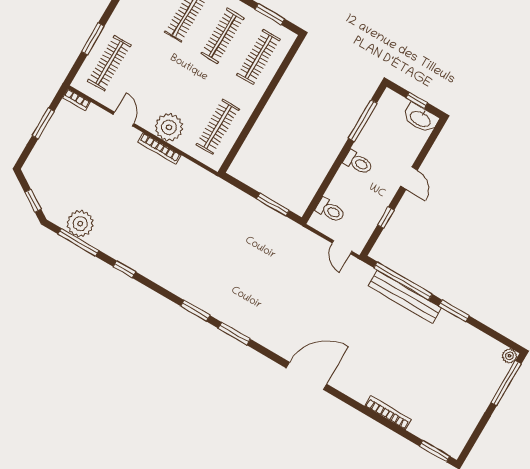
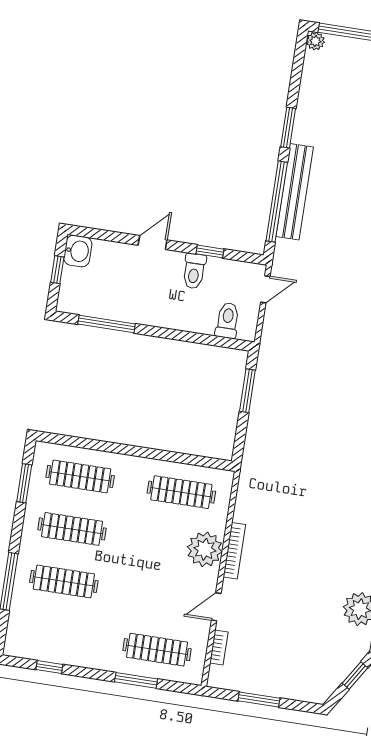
bookcase: (77, 100) -> (219, 647), moved
washbasin: (420, 118) -> (78, 251), width x0.72
toilet: (358, 162) -> (194, 271), moved, turned 180

